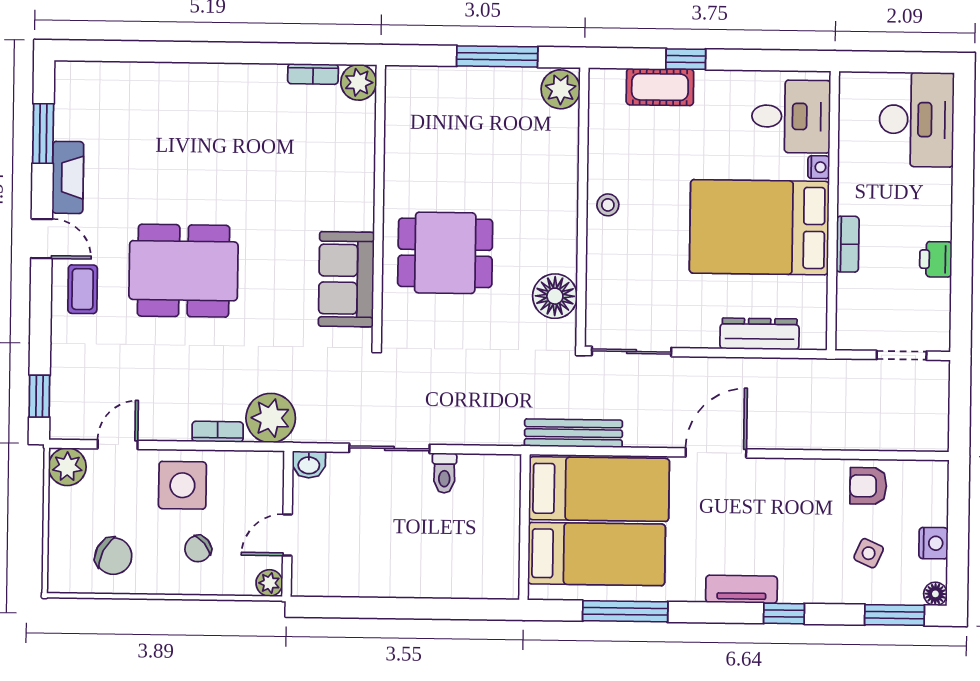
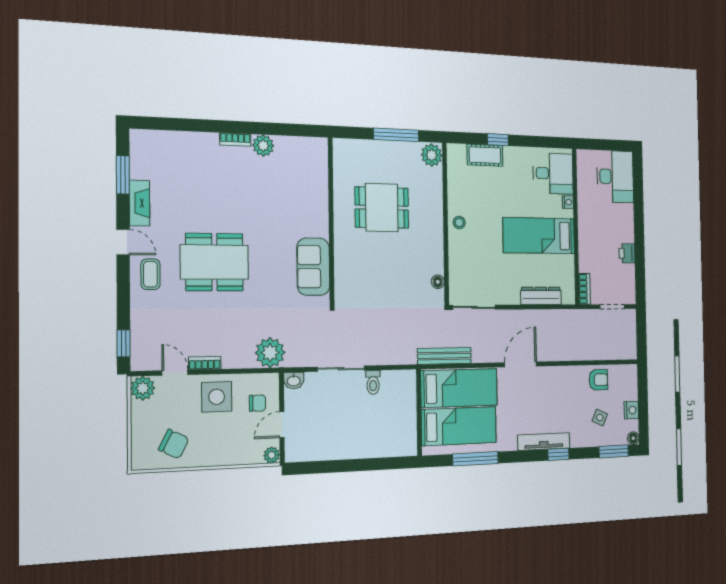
bookcase: (313, 74) -> (235, 139), moved
plant: (359, 82) -> (263, 145), moved
bed: (759, 227) -> (539, 236), width x0.67
bookcase: (848, 244) -> (585, 289), moved
dining table: (445, 253) -> (382, 208), moved
floor lamp: (555, 296) -> (438, 282), width x0.53, depth x0.53
bookcase: (218, 432) -> (205, 363), moved
door: (118, 445) -> (175, 373), hinge flipped
armchair: (868, 486) -> (598, 380), turned 180
chair: (198, 549) -> (257, 403), moved, turned -140
tv unit: (741, 589) -> (544, 442), width x1.41

